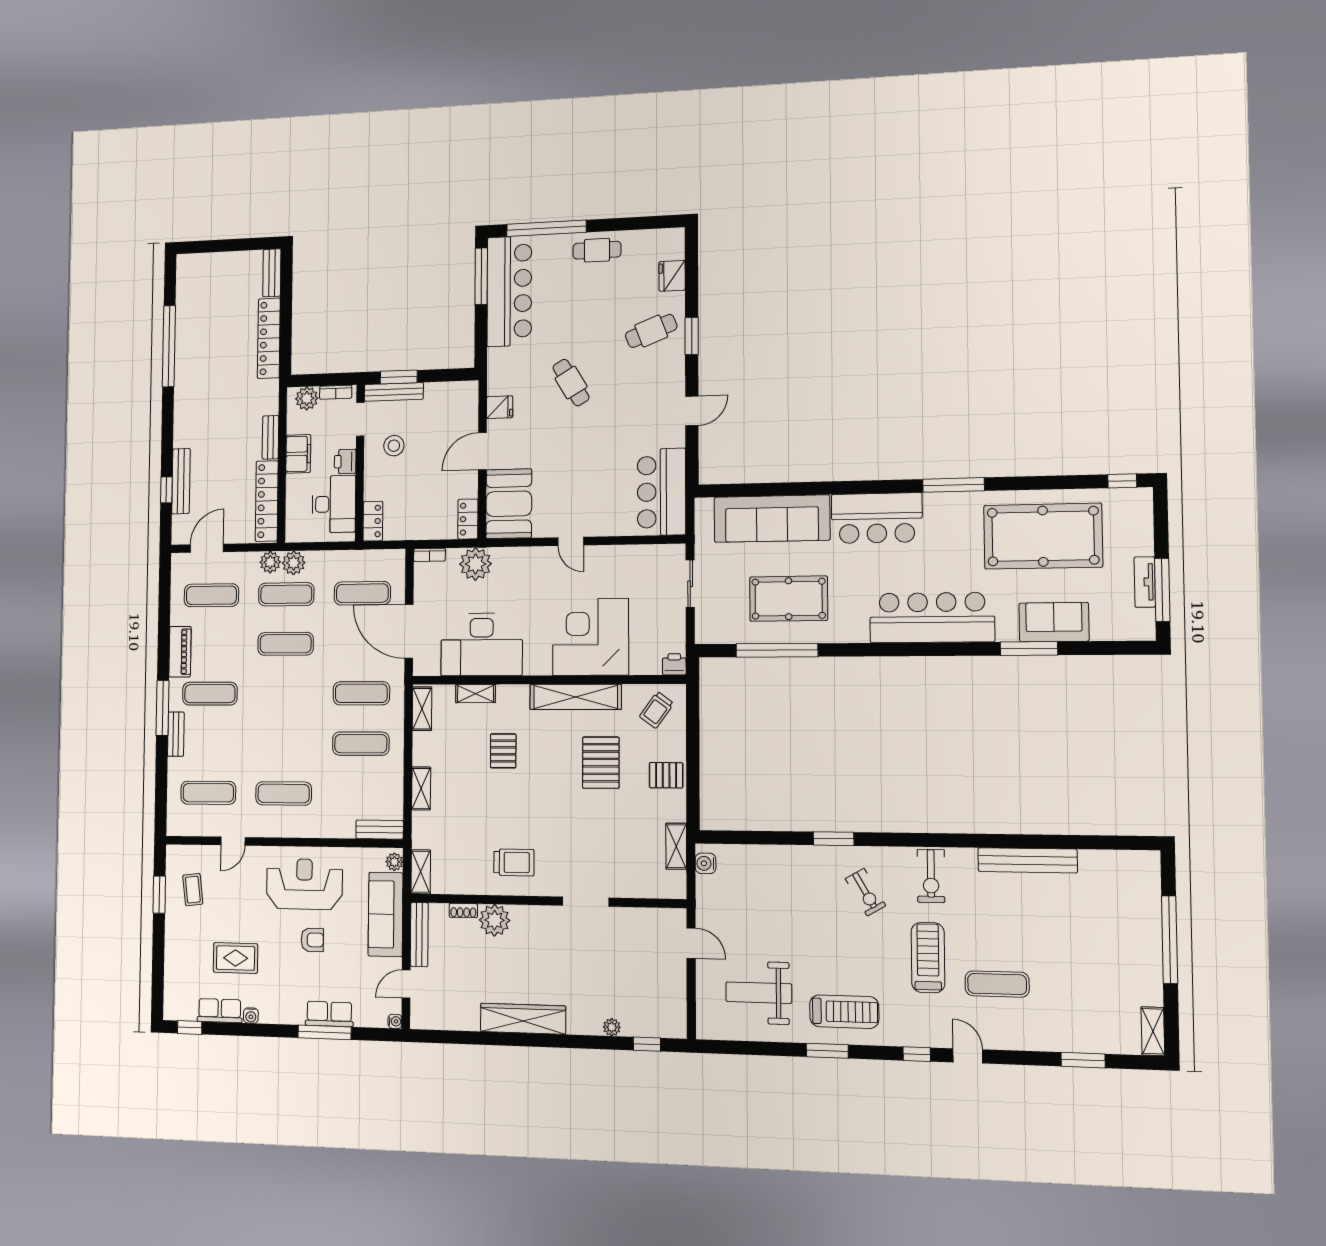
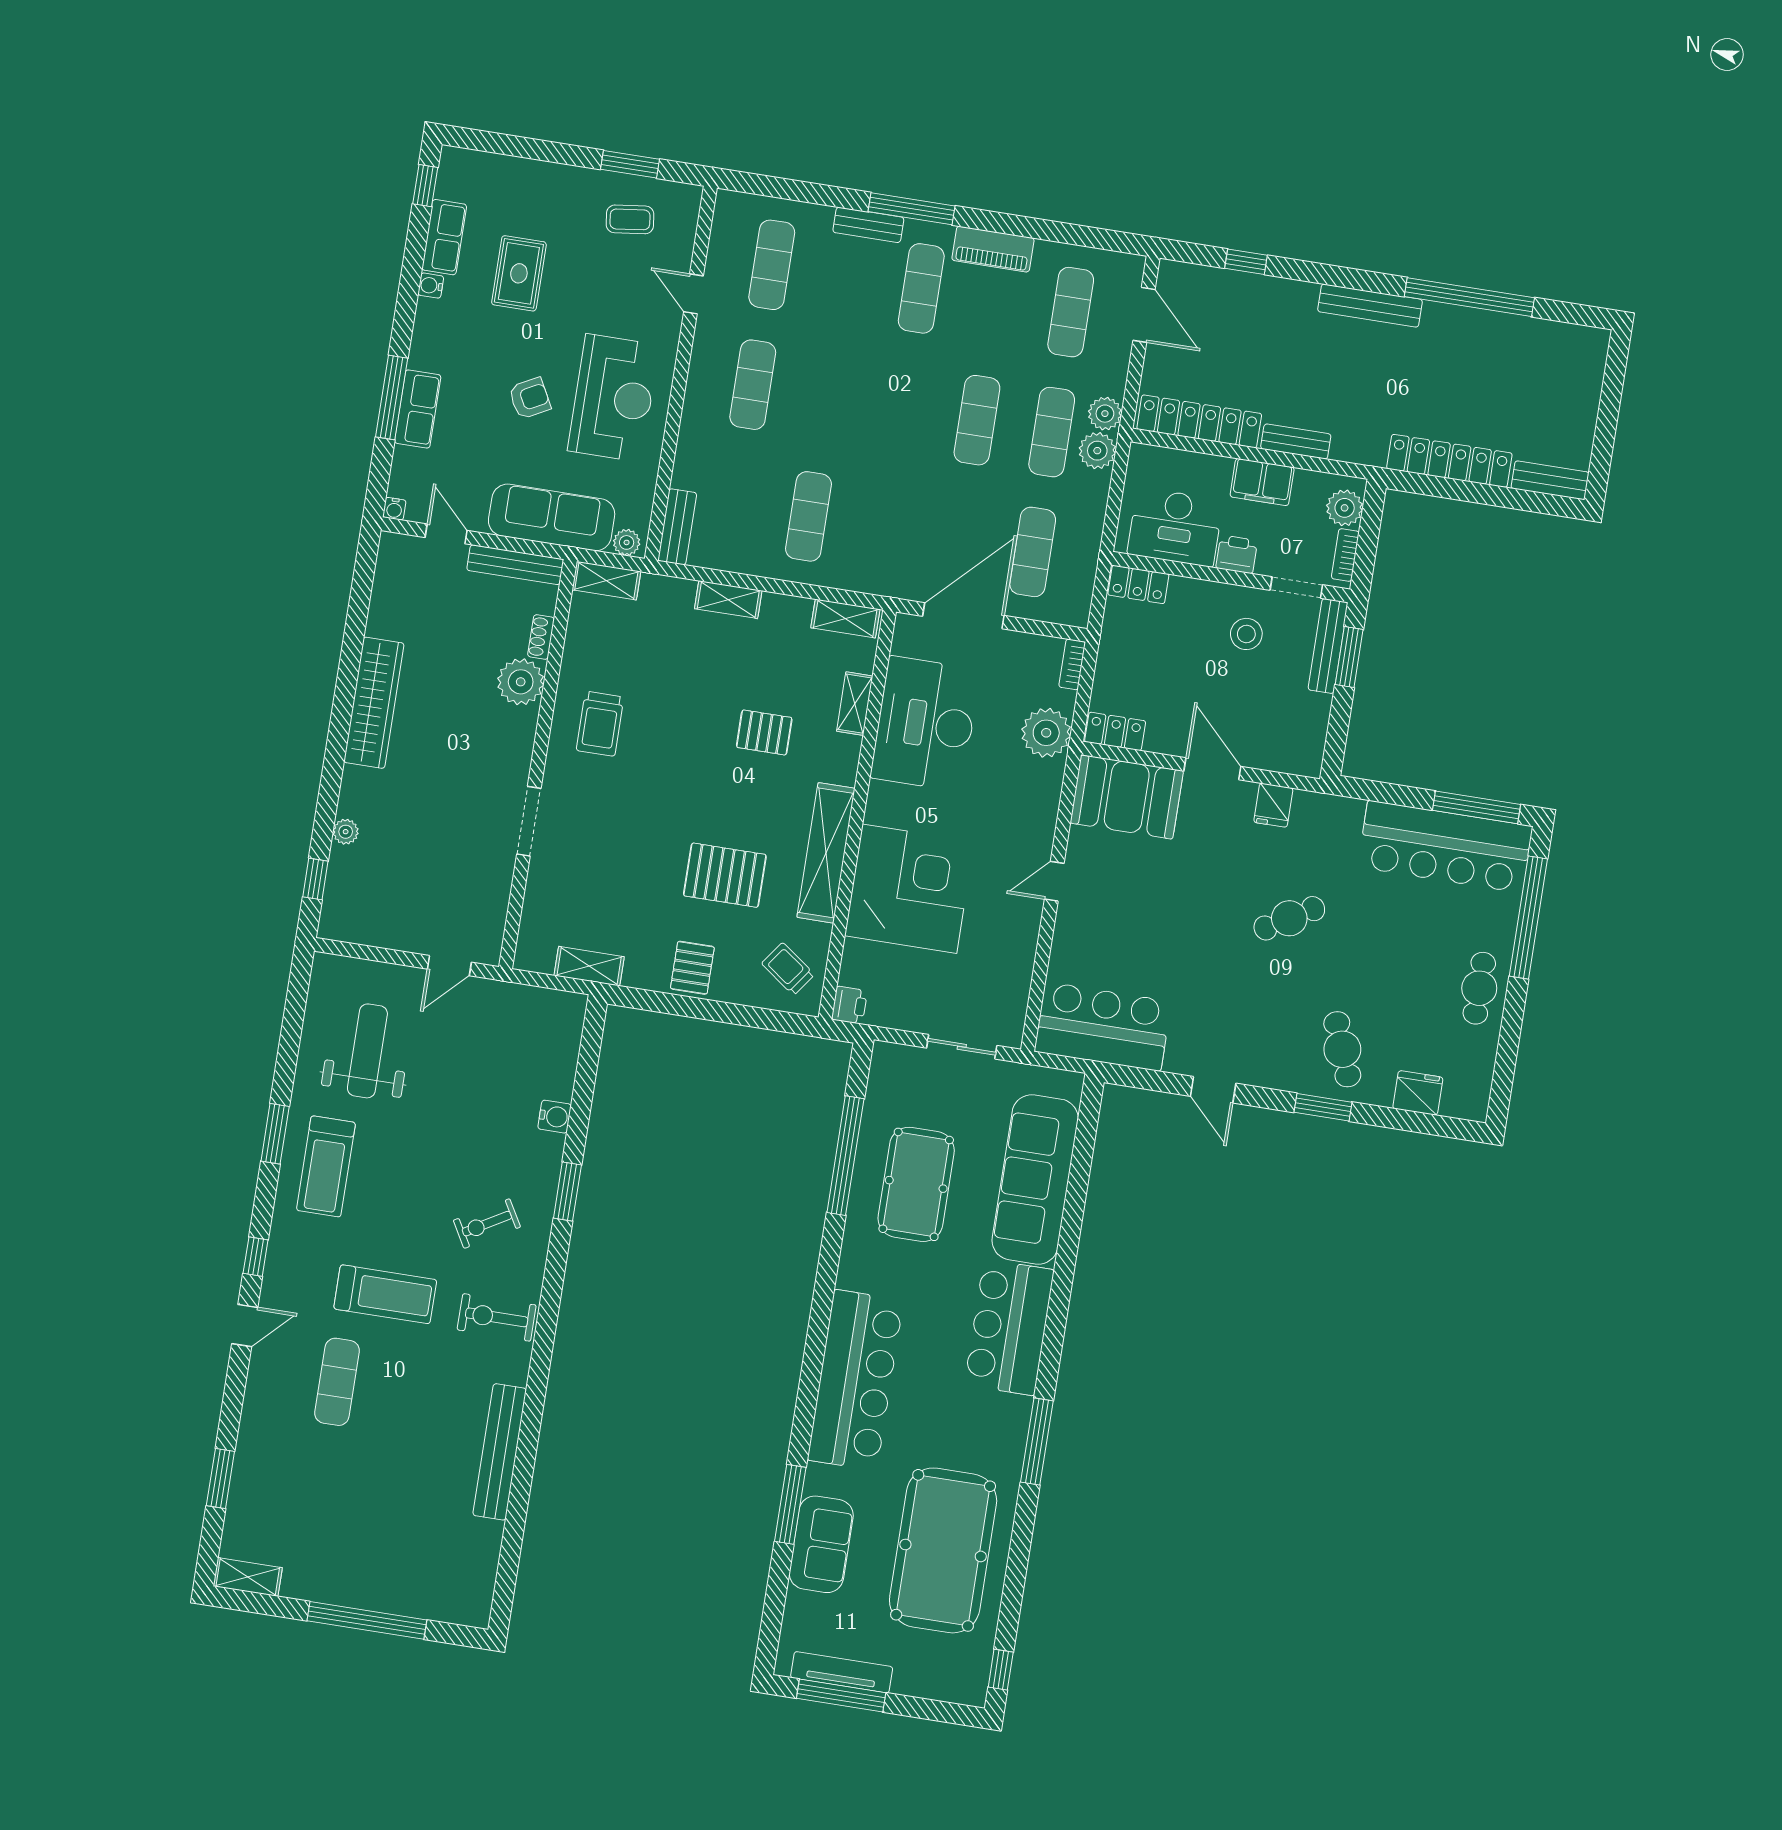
bench: (181, 481) -> (1370, 306), moved
tv unit: (1145, 582) -> (842, 1672), width x1.41
exercise mat: (361, 693) -> (883, 528), removed
water cooler: (706, 863) -> (555, 1117), moved, turned 90
armchair: (312, 940) -> (530, 398), turned -118

